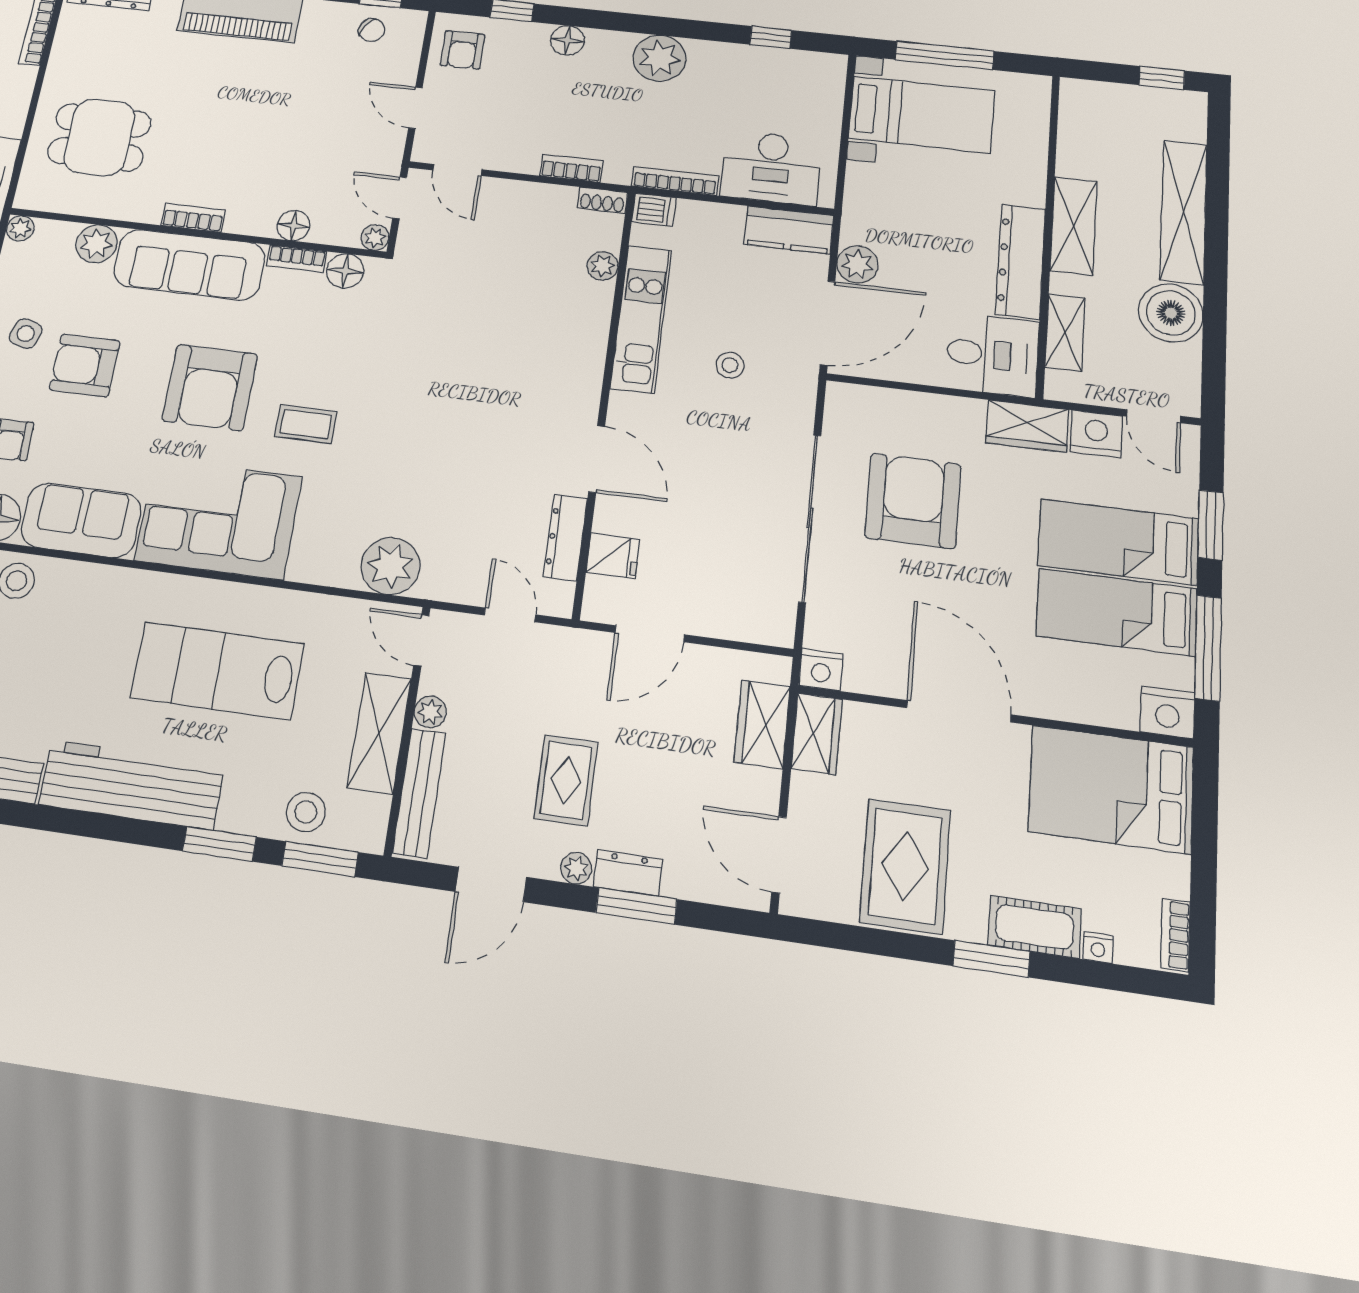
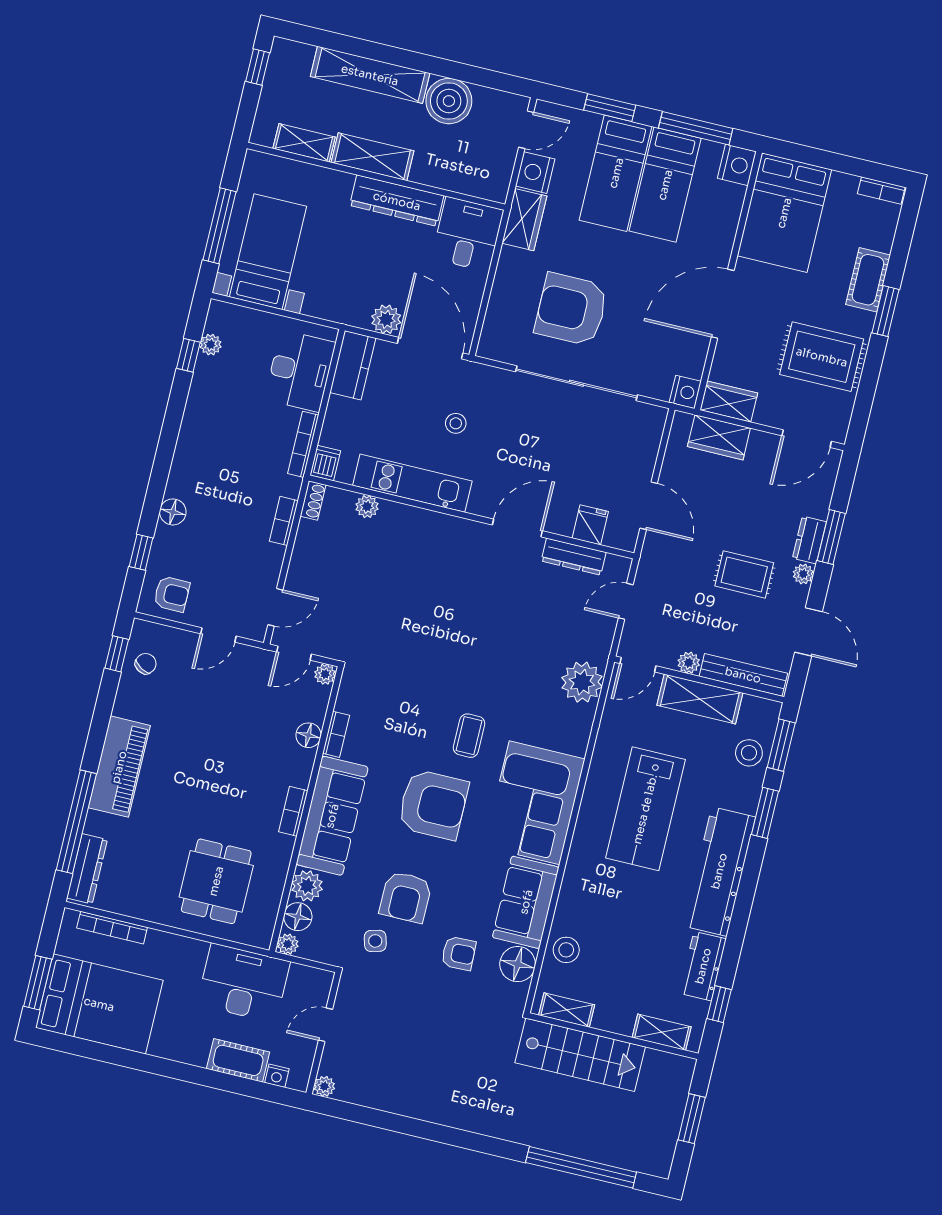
plant: (659, 58) -> (211, 345), moved, width x0.53, depth x0.53
floor lamp: (345, 271) -> (298, 917), moved
shelving: (1065, 333) -> (304, 143), moved
side table: (26, 334) -> (375, 941), turned -31
nightstand: (1098, 947) -> (885, 241), removed

